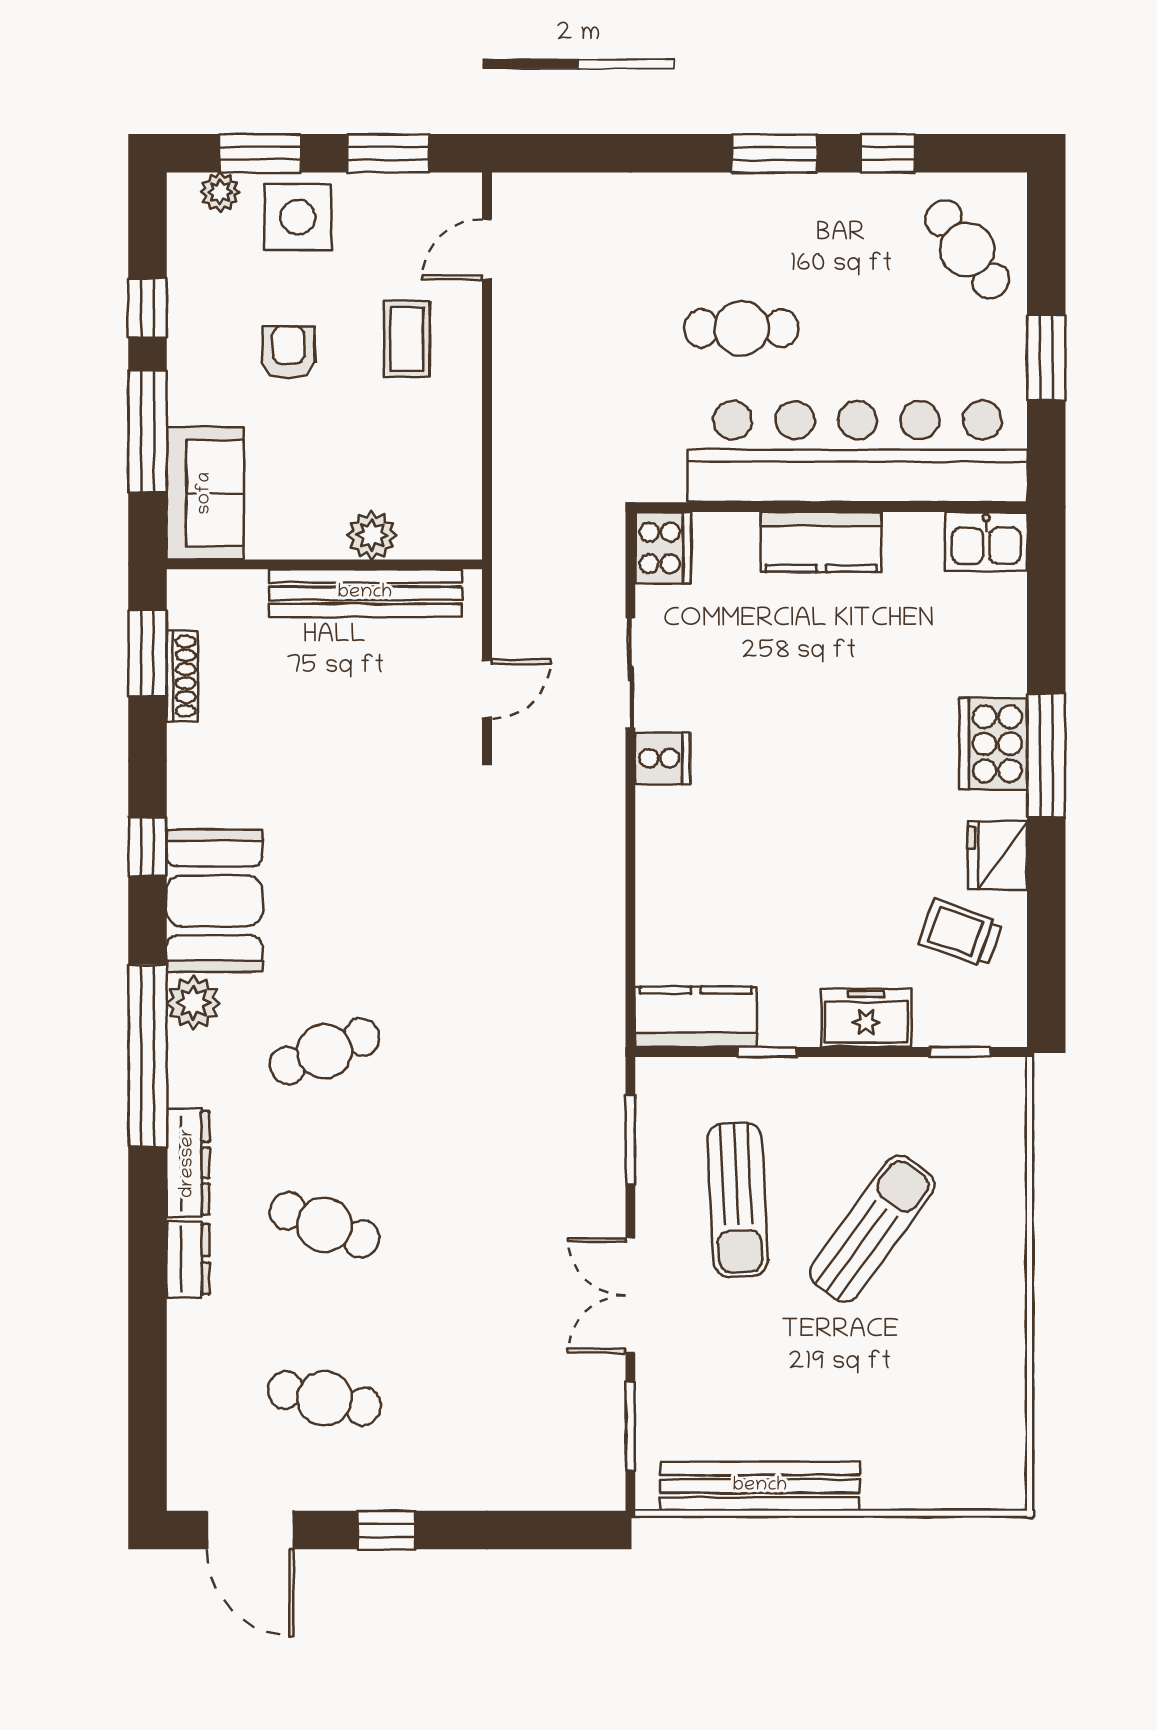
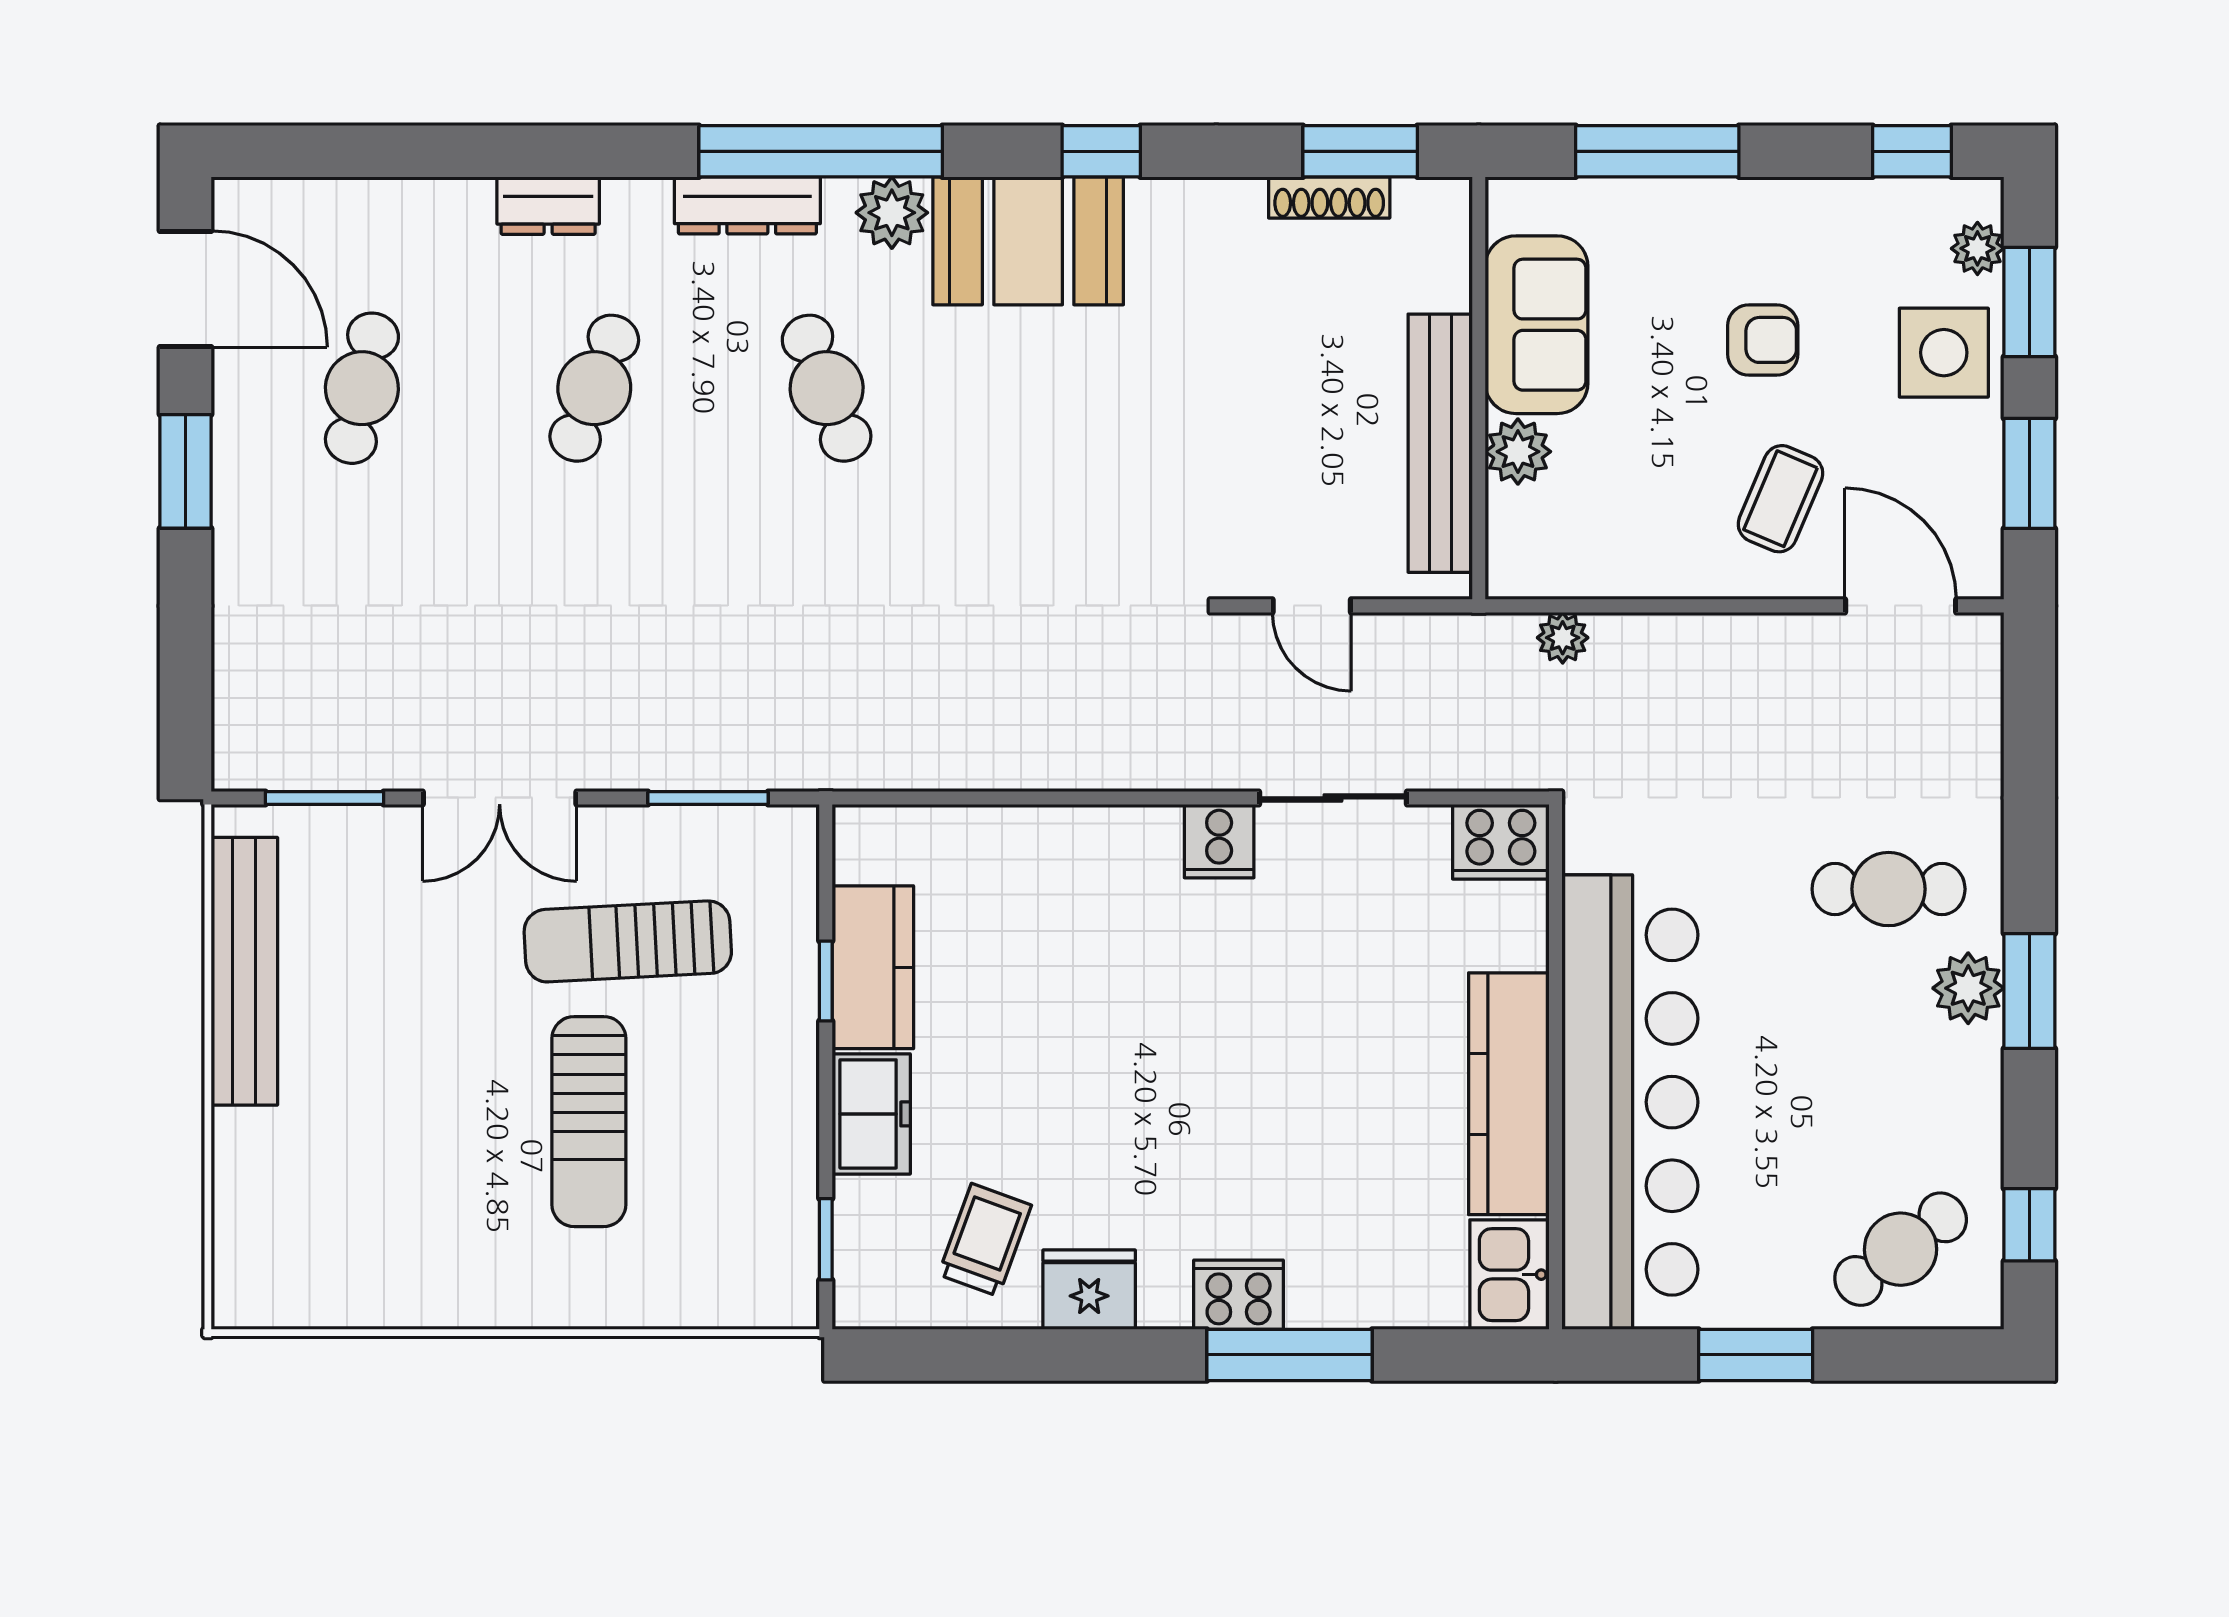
window: (888, 153) -> (2029, 1225), moved
plant: (772, 199) -> (1968, 988), added
door: (487, 249) -> (1901, 606), width x1.37
window: (148, 308) -> (1912, 151), moved
cafe table: (742, 328) -> (1889, 889), moved, turned 90
coffee table: (407, 339) -> (1780, 499), turned -67
sofa: (205, 493) -> (1537, 325), moved, turned -90
plant: (511, 502) -> (1563, 638), added
kitchen counter: (821, 542) -> (1509, 1094), width x1.50
cooker: (993, 744) -> (1239, 1295), width x0.73, depth x0.76
window: (1046, 755) -> (1290, 1355), moved
kitchen counter: (696, 1017) -> (873, 967), moved
dresser: (188, 1163) -> (747, 205), moved
sun lounger: (872, 1229) -> (589, 1122), turned 54
double door: (630, 1295) -> (500, 798), swing flipped
door: (250, 1530) -> (185, 289), swing flipped
window: (387, 1530) -> (185, 471), width x1.50

